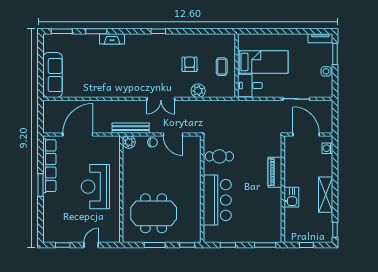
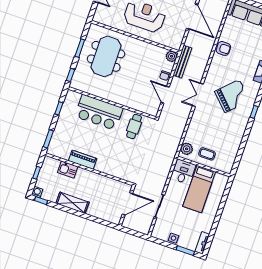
grand piano: (149, 61) -> (232, 96), added
armchair: (190, 64) -> (223, 48), moved
plant: (198, 91) -> (187, 149), moved
door: (173, 134) -> (165, 95), hinge flipped
washing machine: (327, 148) -> (37, 192), moved
piano: (275, 172) -> (83, 160), moved
kitchen sink: (291, 197) -> (68, 170), moved

